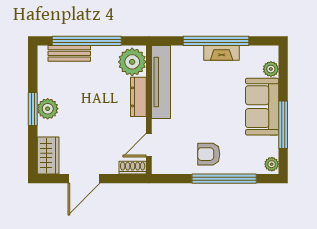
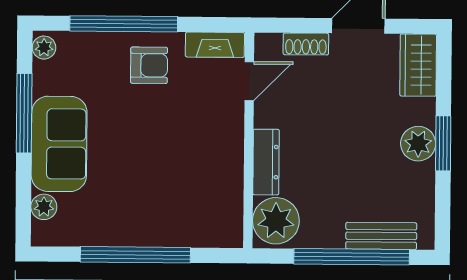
fireplace: (222, 53) -> (215, 45), moved, turned 180
tv unit: (161, 82) -> (228, 187), removed
shoe rack: (133, 168) -> (306, 44), moved

